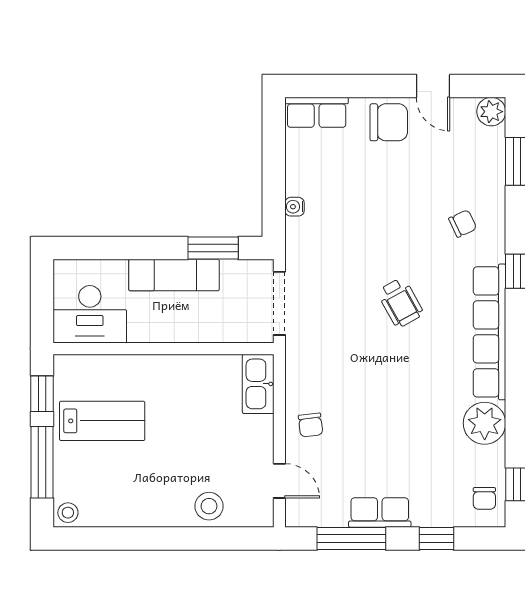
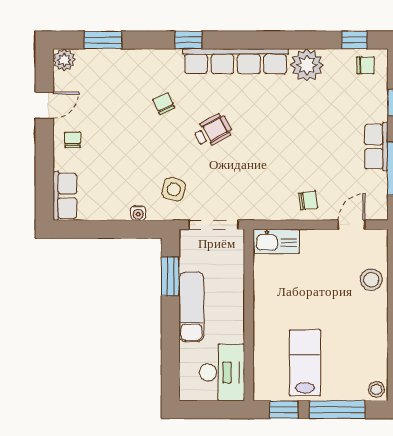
chair: (389, 122) -> (73, 140), width x0.54, depth x0.54
chair: (463, 224) -> (164, 104), moved
side table: (325, 252) -> (174, 189), added

